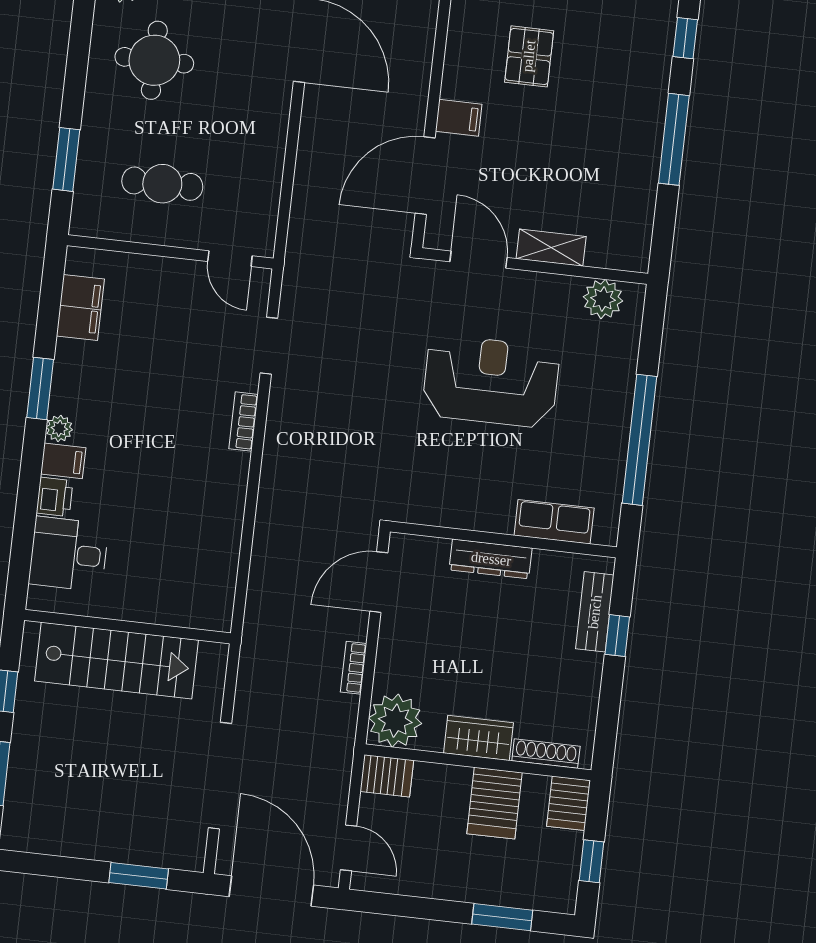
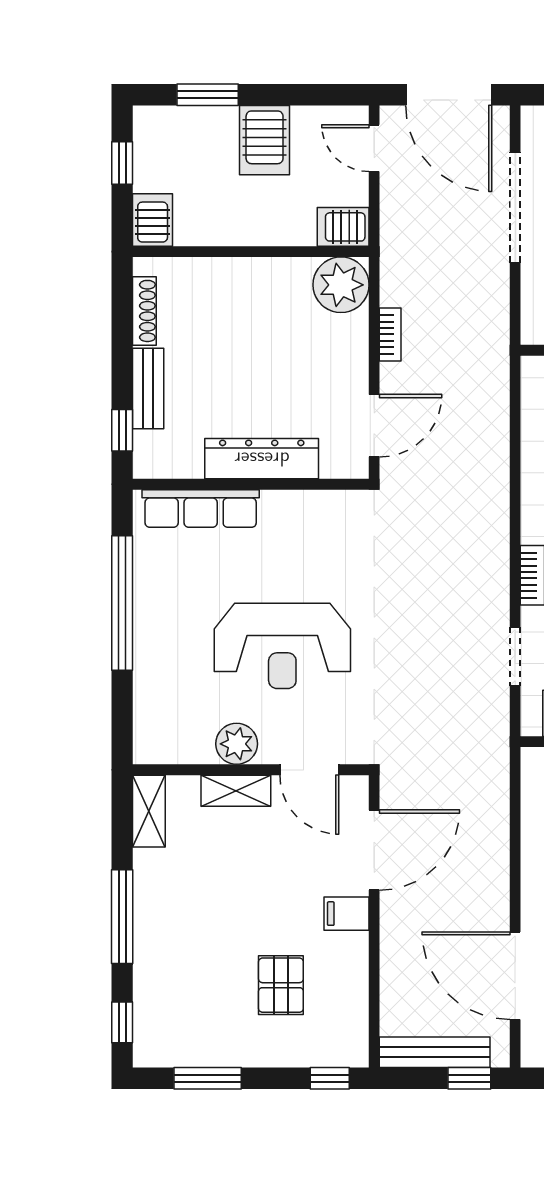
shelving: (637, 238) -> (149, 811), added
plant: (603, 299) -> (237, 744), moved
row of seats: (554, 522) -> (201, 508), width x1.48
dresser: (491, 559) -> (262, 459), width x1.37, depth x1.24
bench: (595, 612) -> (148, 389), moved
window: (617, 636) -> (122, 430), moved
wardrobe: (478, 738) -> (253, 277), removed
shoe rack: (546, 754) -> (144, 311), moved, turned -90
server rack: (495, 803) -> (265, 140), moved, turned 180

